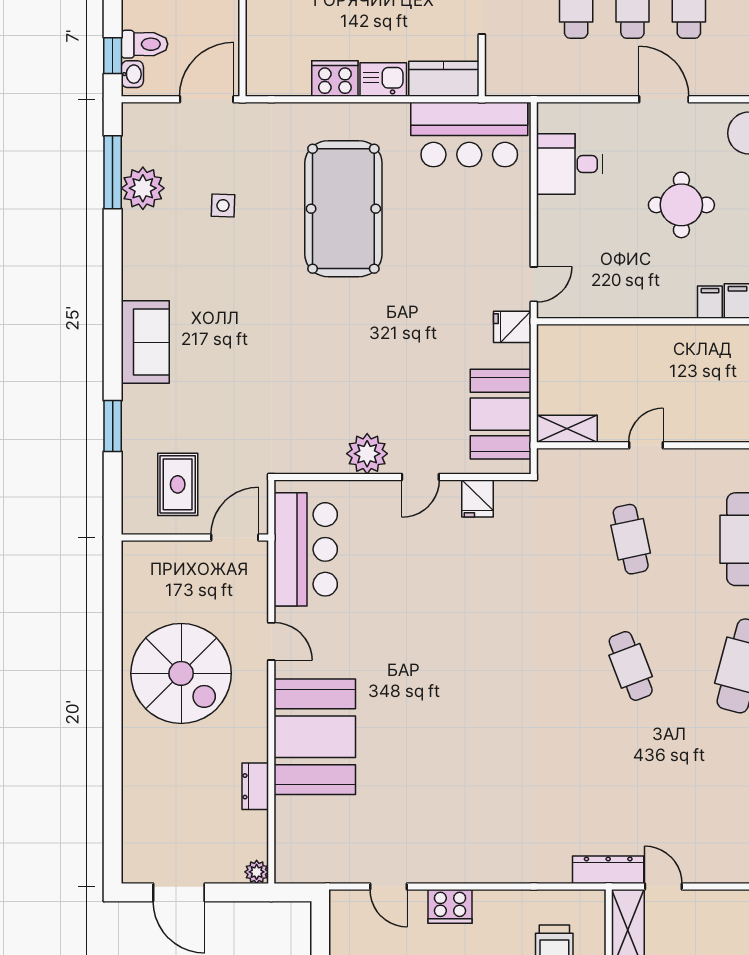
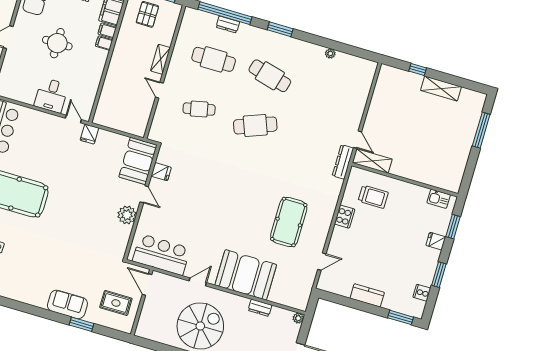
desk: (570, 164) -> (51, 95), moved
sofa: (145, 342) -> (67, 304), moved
booth: (501, 414) -> (138, 161), moved, turned 90
shelving: (567, 429) -> (160, 59), moved
cafe table: (631, 666) -> (255, 125), width x1.37, depth x1.35
pool table: (451, 794) -> (289, 222), added
door: (663, 887) -> (358, 140), swing flipped
cooker: (450, 906) -> (345, 217), moved

